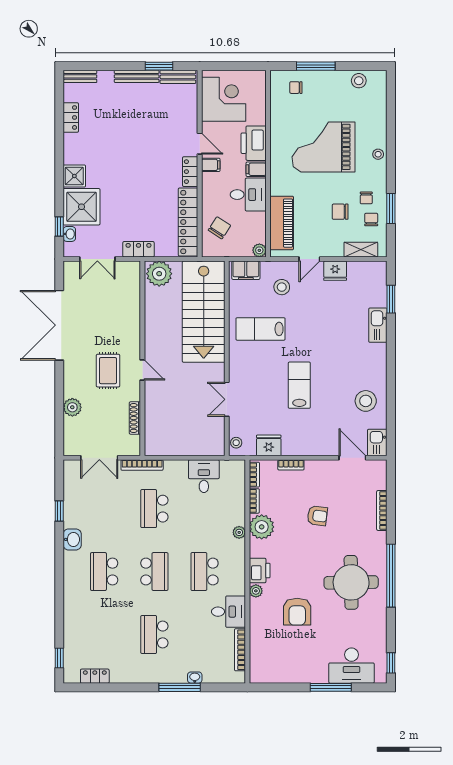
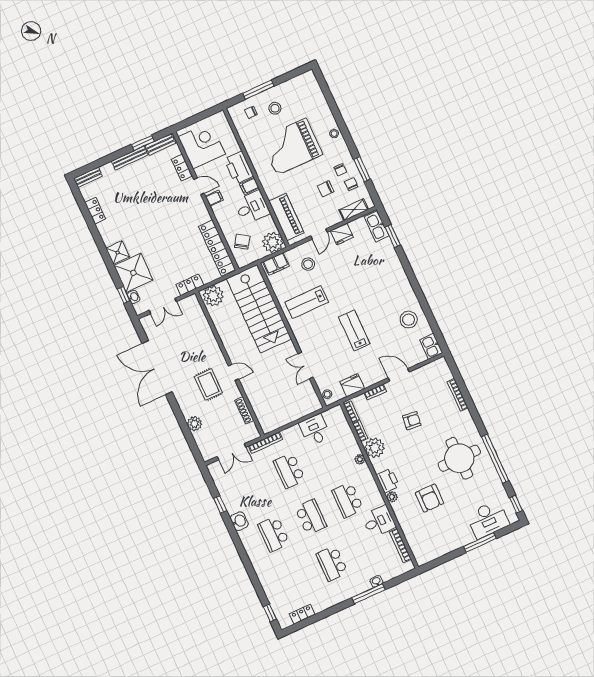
stool: (359, 81) -> (275, 108), moved
locker: (190, 172) -> (182, 168), moved
plant: (259, 250) -> (273, 242), width x1.87, depth x1.87
kitchen sink: (378, 325) -> (377, 226), moved
door: (352, 458) -> (399, 375), moved
window: (391, 576) -> (495, 459), moved

